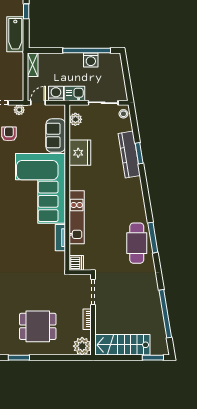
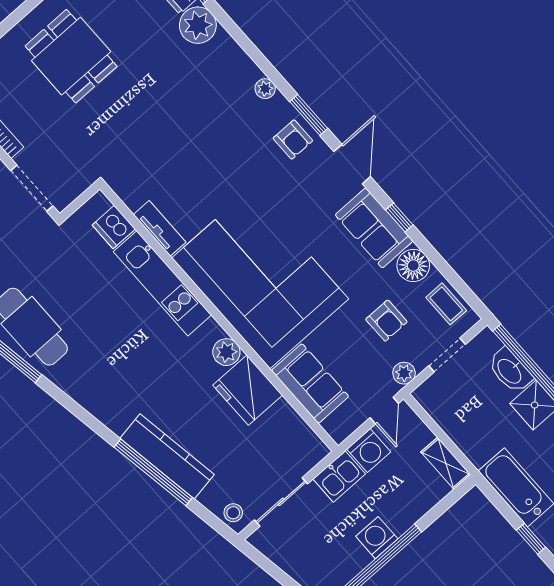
washing machine: (91, 60) -> (377, 538), moved
plant: (75, 119) -> (226, 352), moved
window: (139, 153) -> (153, 472), width x2.11
dishwasher: (76, 263) -> (114, 227), moved
dining table: (38, 326) -> (71, 56), turned 90

